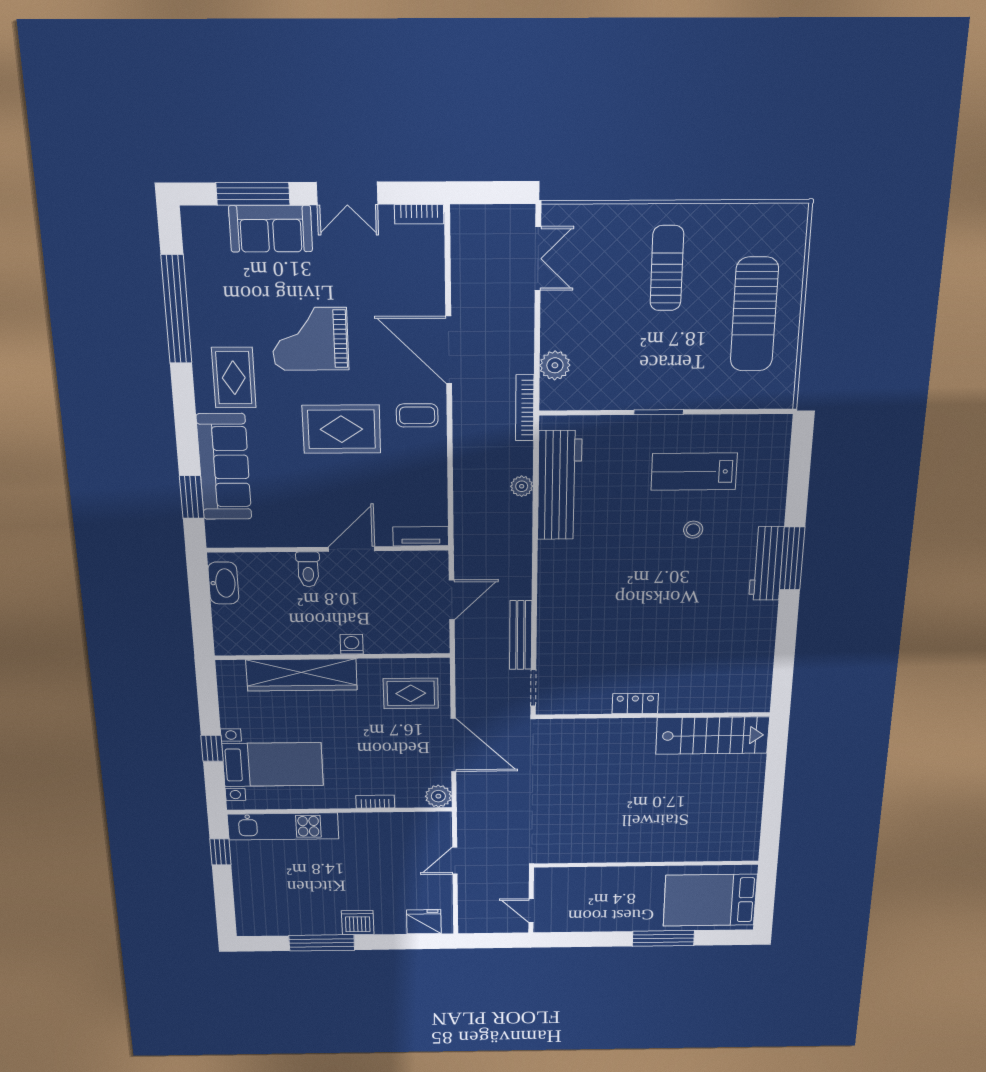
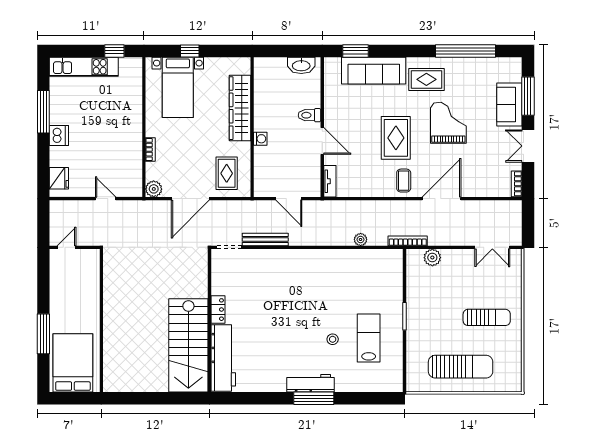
sun lounger: (754, 315) -> (461, 367), turned 180
workbench: (560, 485) -> (223, 358), moved, turned -90
stairs: (712, 736) -> (188, 345), width x1.36, depth x1.51
kitchen unit: (283, 827) -> (84, 67), moved, turned -90

